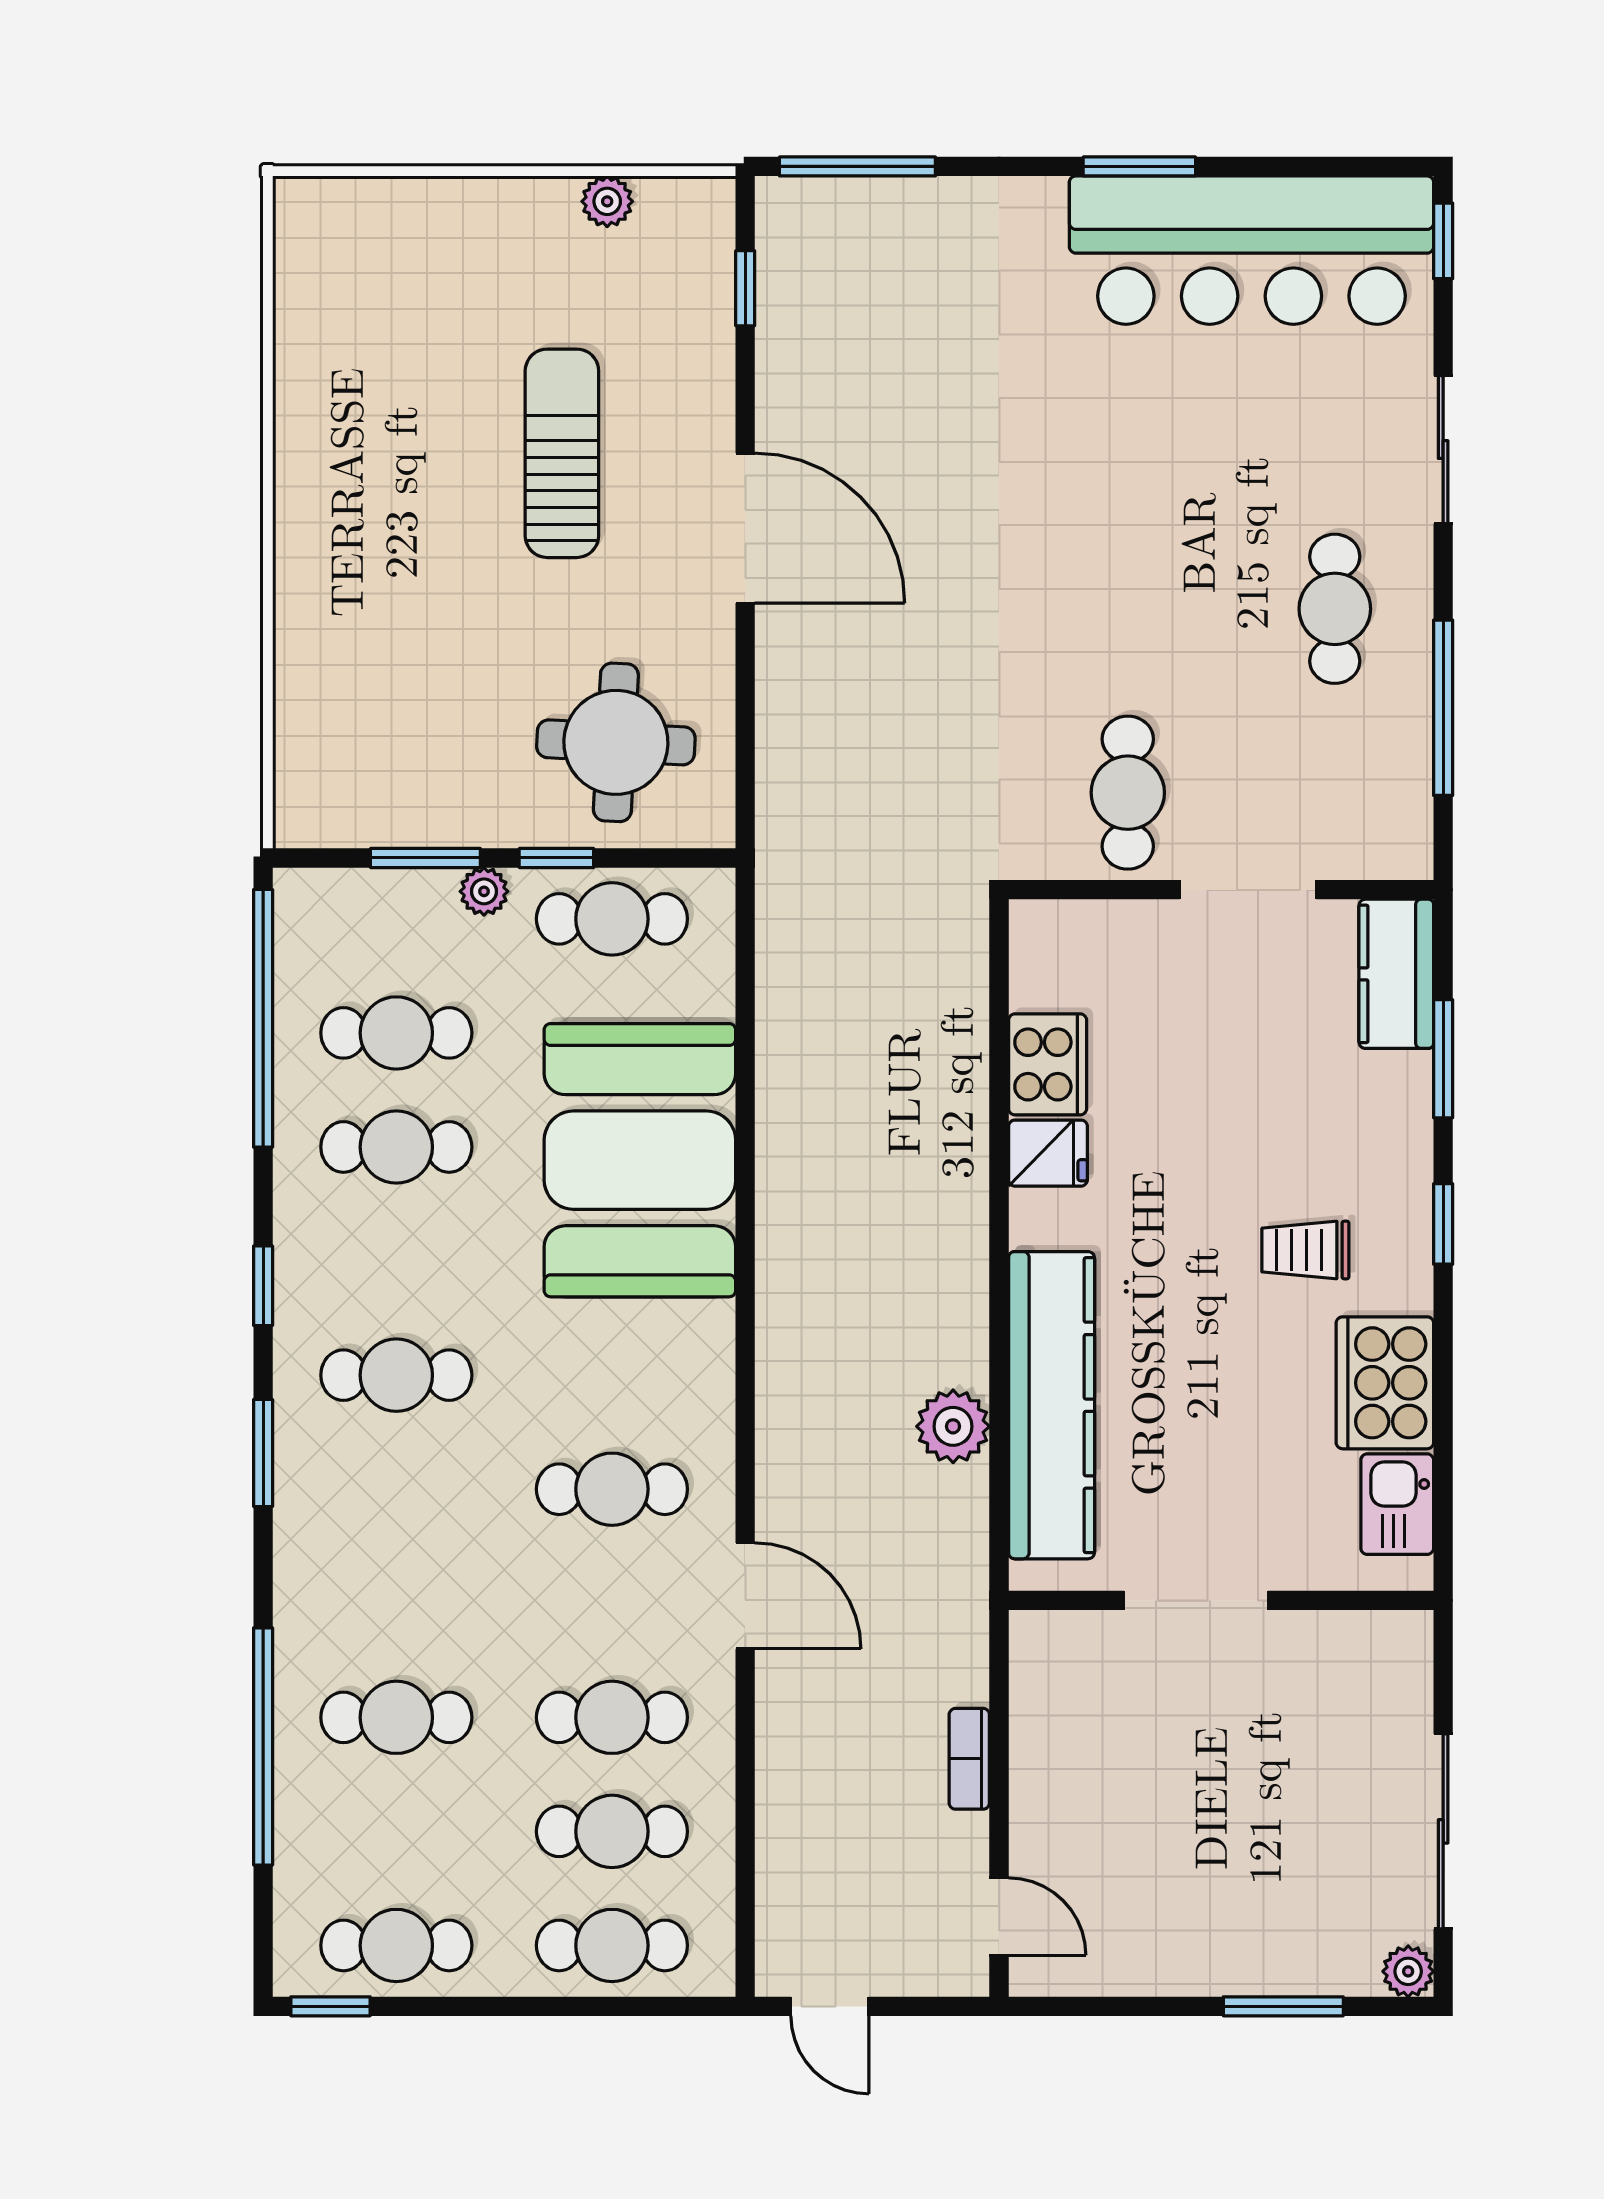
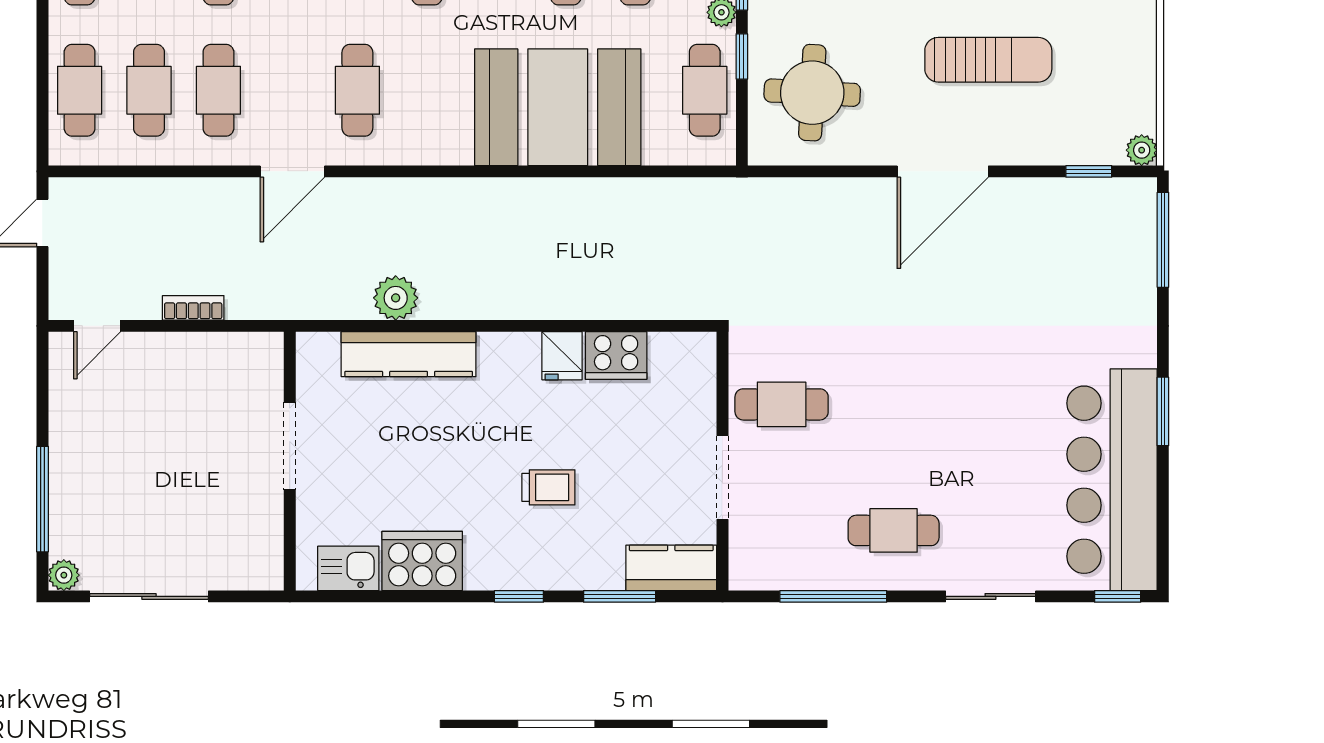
plant: (607, 201) -> (1142, 150), moved
trolley: (1305, 1250) -> (548, 487), moved, turned 90
kitchen counter: (1052, 1405) -> (409, 354), width x0.72, depth x0.86
window: (1283, 2006) -> (42, 499), width x1.44

